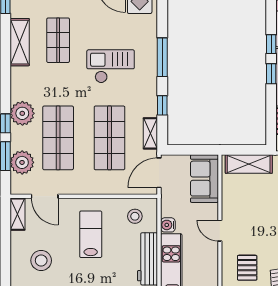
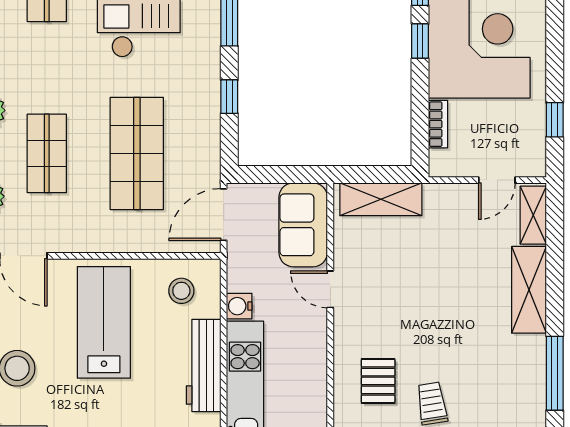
shelving: (150, 133) -> (208, 146), removed
shop shelf: (58, 138) -> (47, 153), width x0.70, depth x0.74
door: (220, 231) -> (330, 289), moved
lab bench: (91, 234) -> (104, 322), width x1.36, depth x1.39

